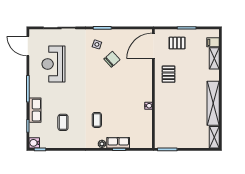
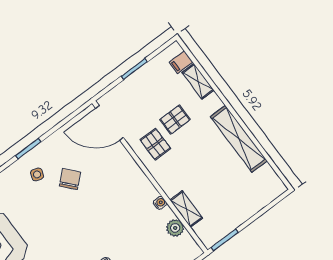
pallet: (177, 43) -> (175, 120), moved
door: (153, 46) -> (110, 123), hinge flipped
plant: (147, 124) -> (175, 228), added
shelving: (214, 137) -> (186, 209), moved

